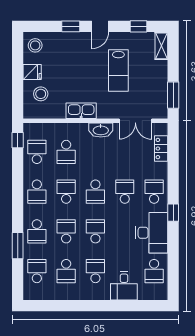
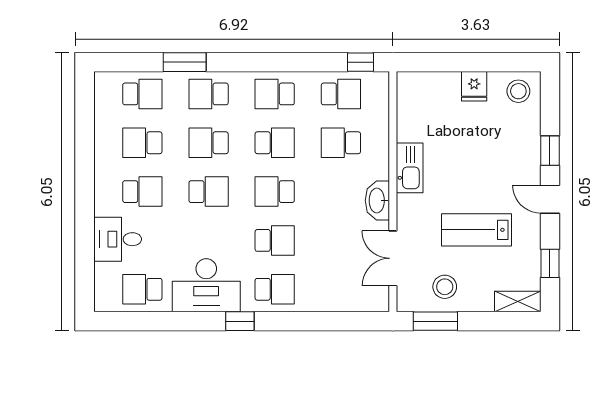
stool: (41, 94) -> (445, 287), moved
locker: (161, 149) -> (347, 301), removed
school desk: (66, 231) -> (209, 143), turned 180

